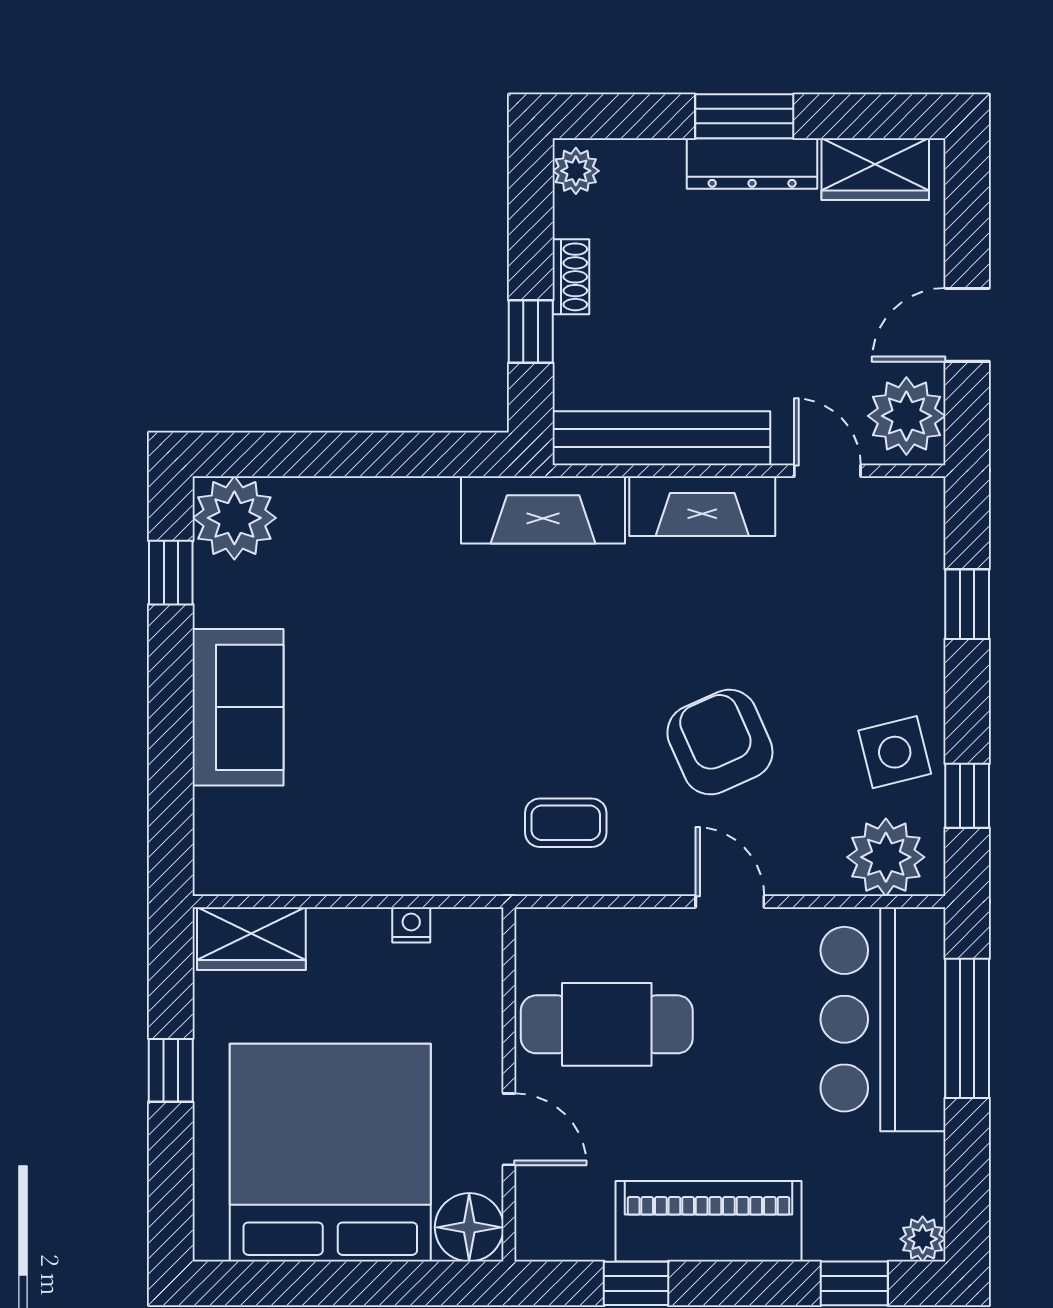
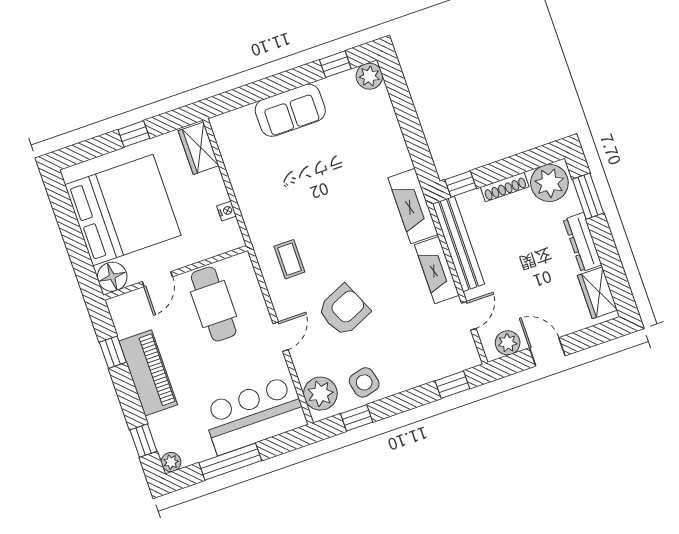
window: (744, 116) -> (588, 196), moved
plant: (576, 171) -> (549, 183), width x1.88, depth x1.88
shoe rack: (571, 277) -> (505, 187), width x1.43
window: (531, 332) -> (461, 184), moved
plant: (906, 416) -> (508, 343), width x0.73, depth x0.73
plant: (234, 518) -> (369, 76), width x0.73, depth x0.73
window: (967, 604) -> (452, 385), moved
window: (967, 1028) -> (230, 462), moved

